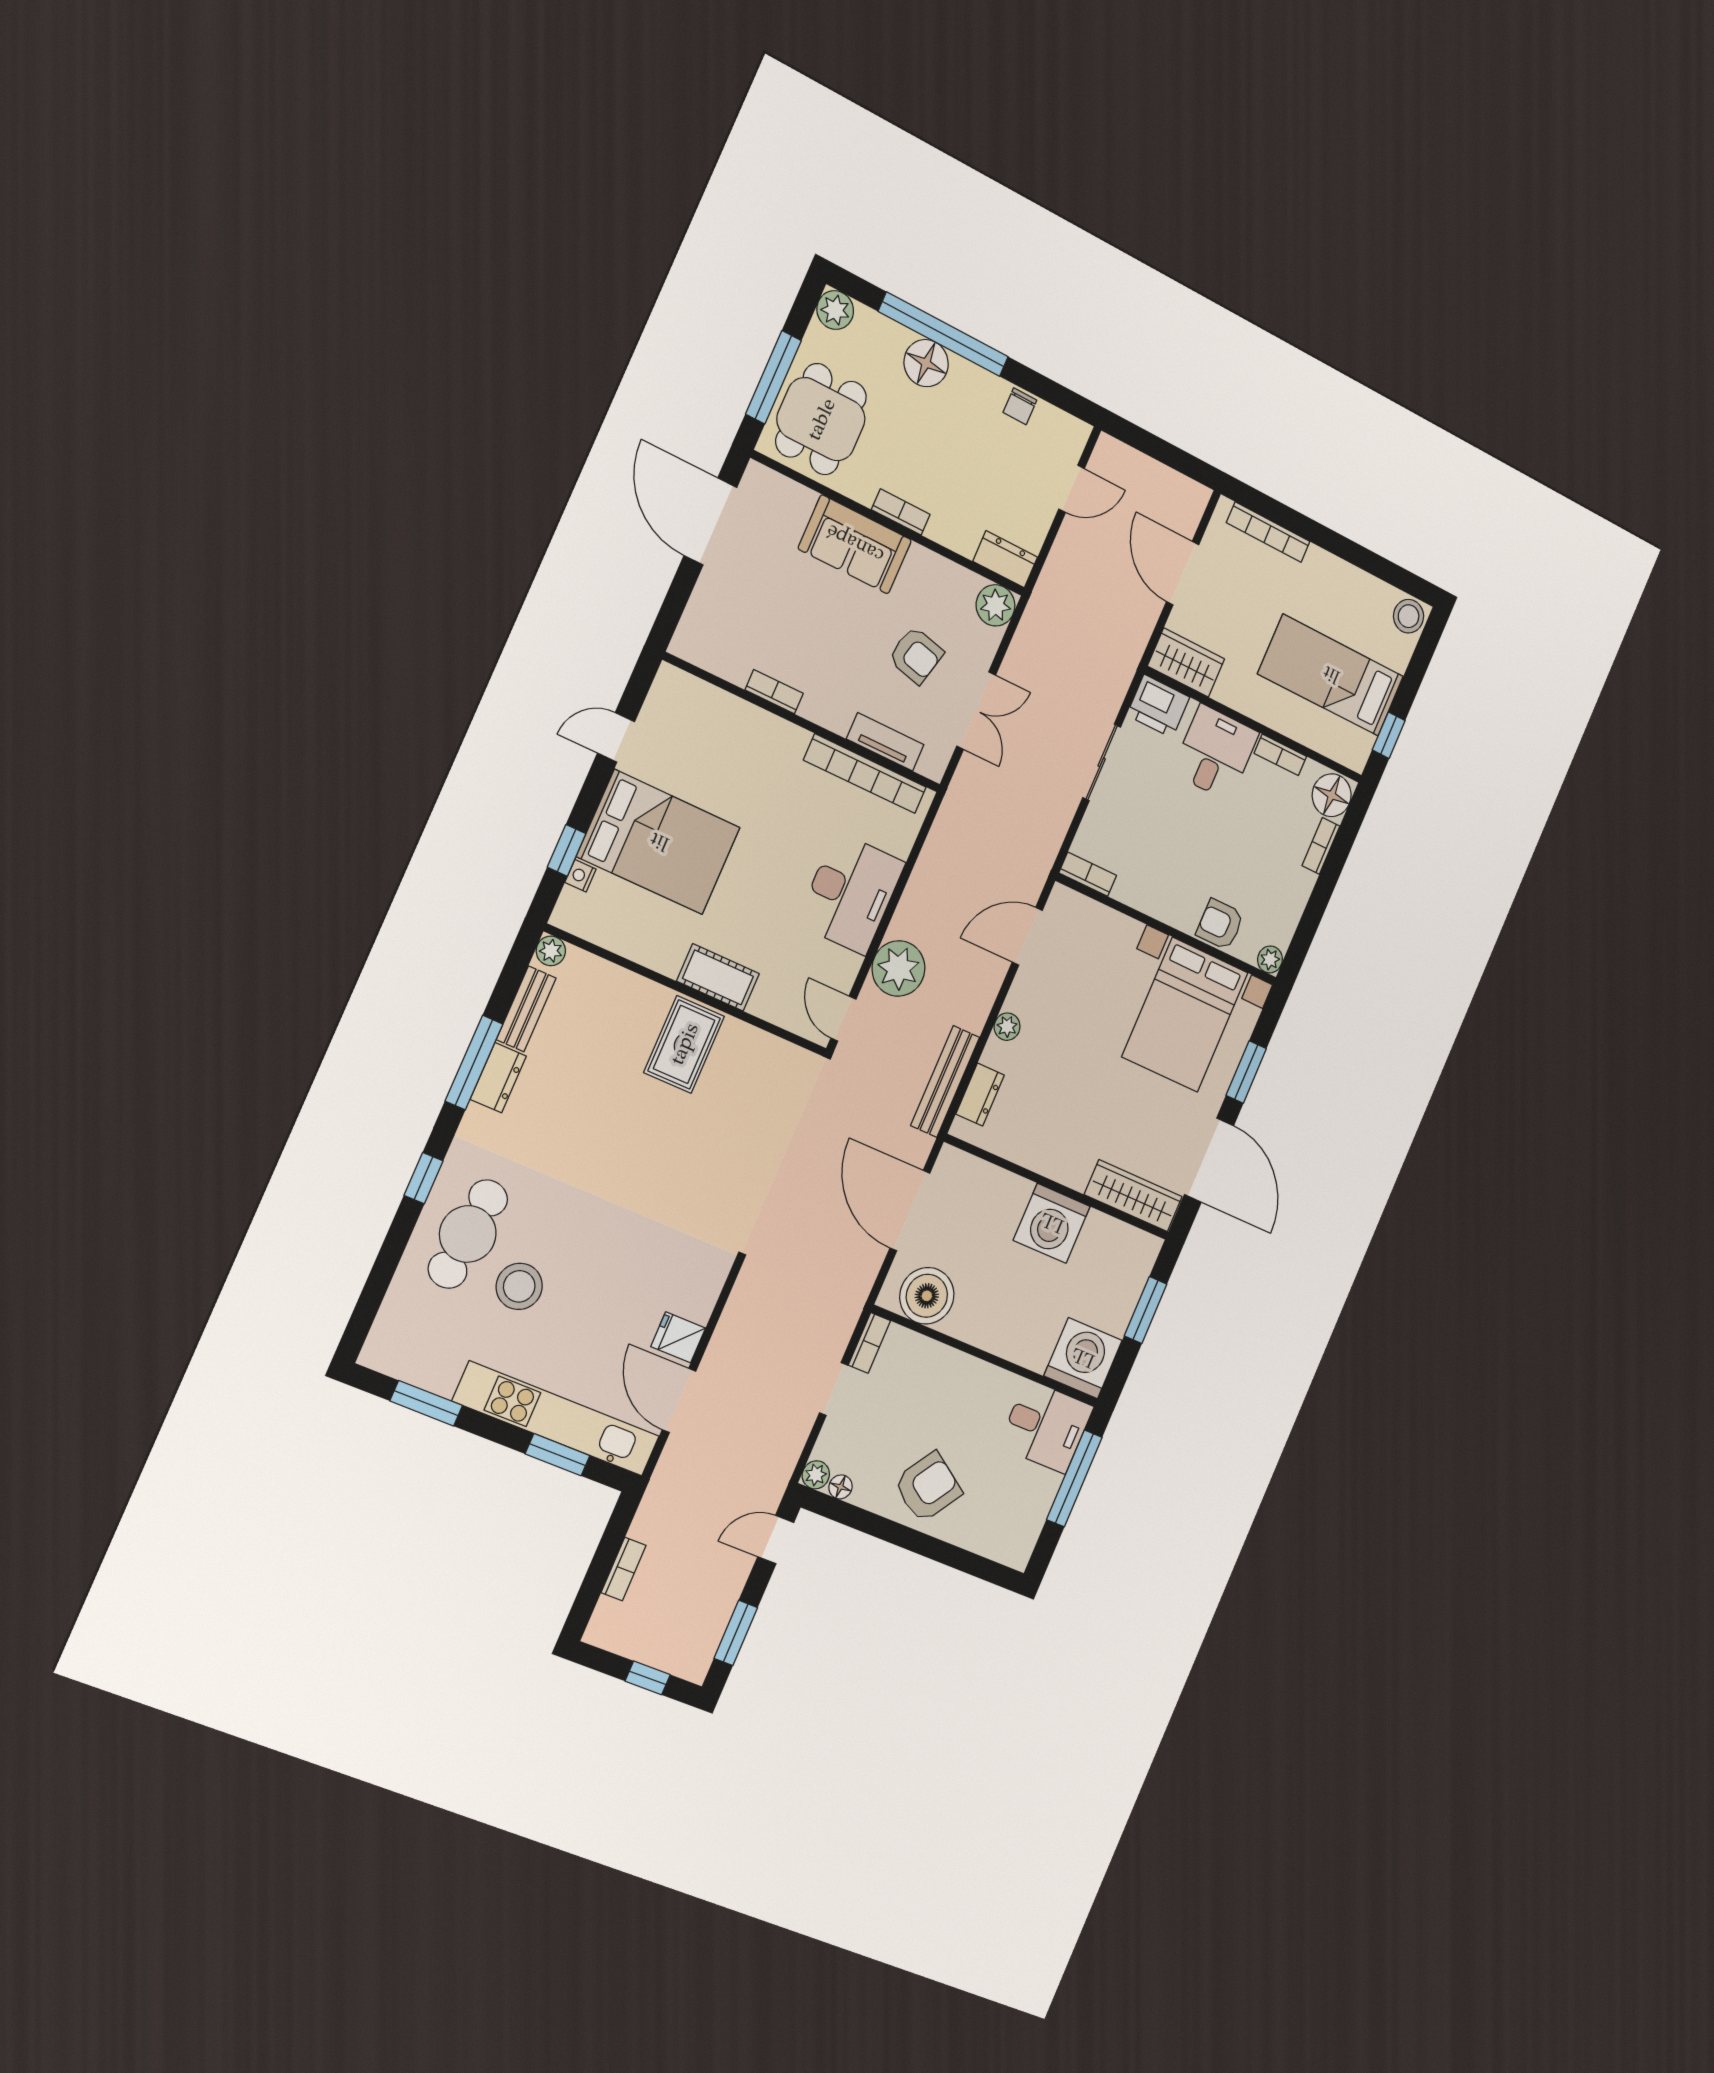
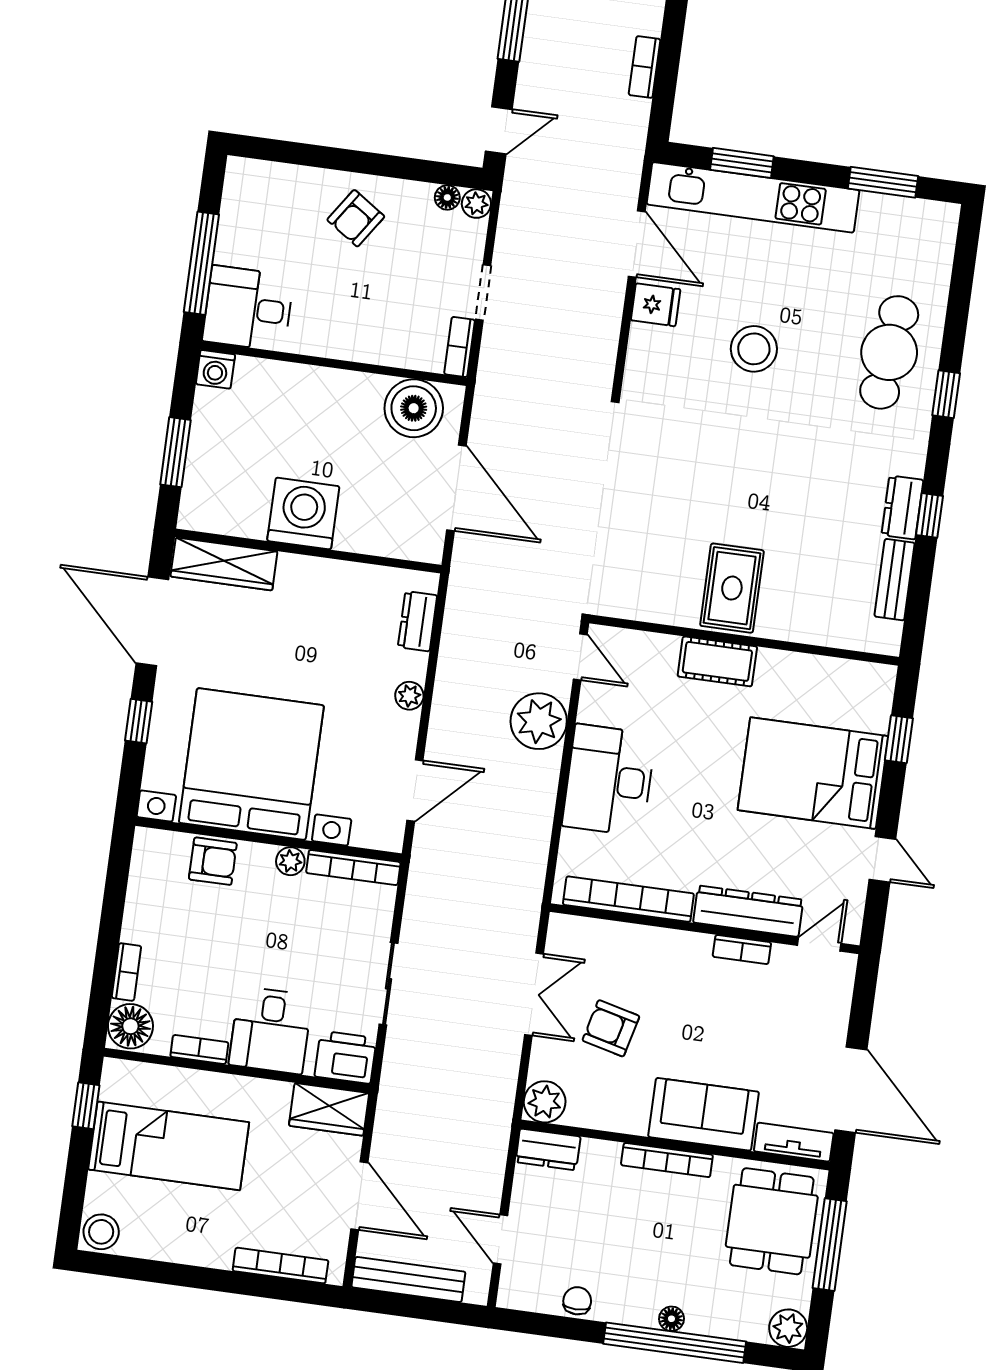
floor lamp: (926, 363) -> (671, 1319), width x0.53, depth x0.53
door: (1072, 489) -> (500, 1239), hinge flipped
bookcase: (901, 512) -> (667, 1160), width x1.56
door: (700, 673) -> (819, 944), added
double door: (976, 711) -> (534, 994), swing flipped
dresser: (758, 727) -> (748, 911), added
door: (616, 737) -> (882, 859), hinge flipped
tv unit: (885, 742) -> (794, 1142), moved, turned 180
bookcase: (1088, 874) -> (353, 868), width x1.56
nightstand: (580, 876) -> (879, 719), removed
plant: (551, 951) -> (887, 641), removed
plant: (1270, 959) -> (290, 861), moved
bed with nightstands: (1185, 1015) -> (251, 764), width x1.36
window: (474, 1063) -> (930, 515), width x0.46
window: (1246, 1072) -> (139, 721), width x0.67
bench: (945, 1081) -> (408, 1279), moved, turned 90
stool: (519, 1286) -> (754, 349), moved
washing machine: (1083, 1358) -> (215, 369), width x0.53, depth x0.53
armchair: (928, 1487) -> (356, 218), width x0.72, depth x0.72

